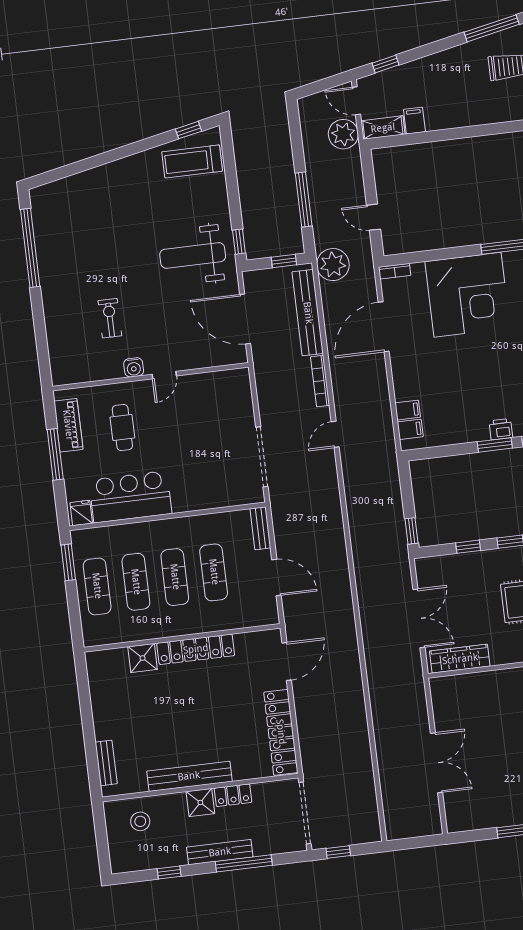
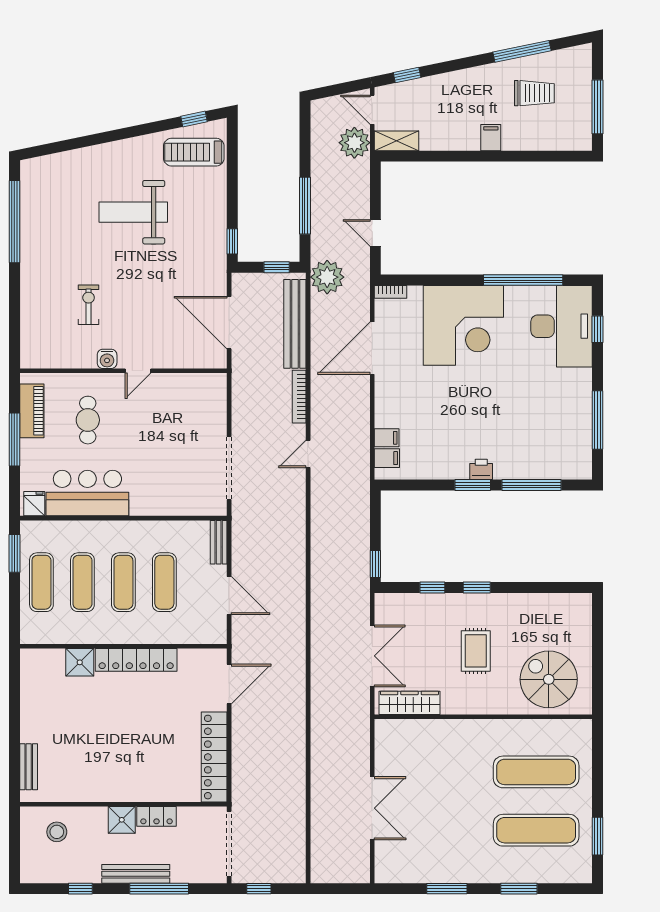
filing cabinet: (414, 121) -> (491, 138), moved
weight bench: (193, 255) -> (133, 212), moved
bench: (189, 776) -> (114, 791), removed

